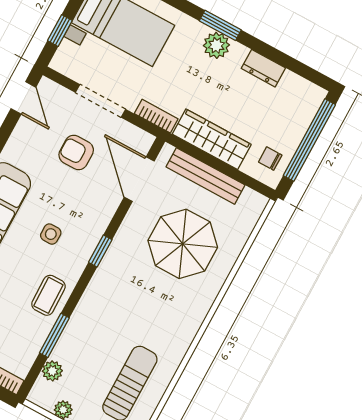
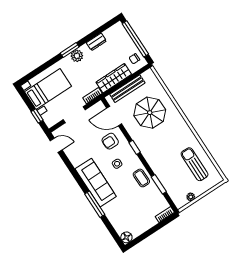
armchair: (76, 152) -> (110, 141), moved
plant: (52, 371) -> (173, 193), removed

